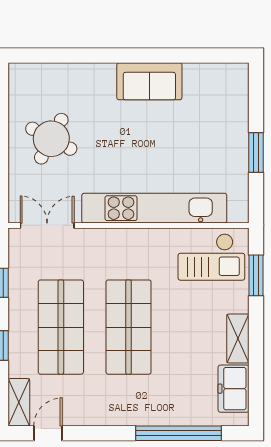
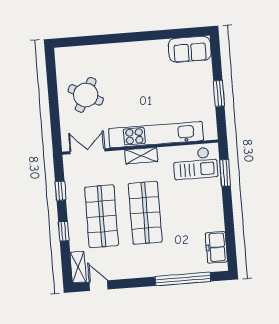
sofa: (149, 81) -> (190, 49), moved
shelving: (238, 338) -> (141, 156), moved, turned 90
door: (48, 433) -> (99, 286), hinge flipped

